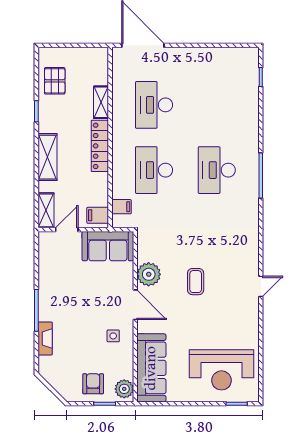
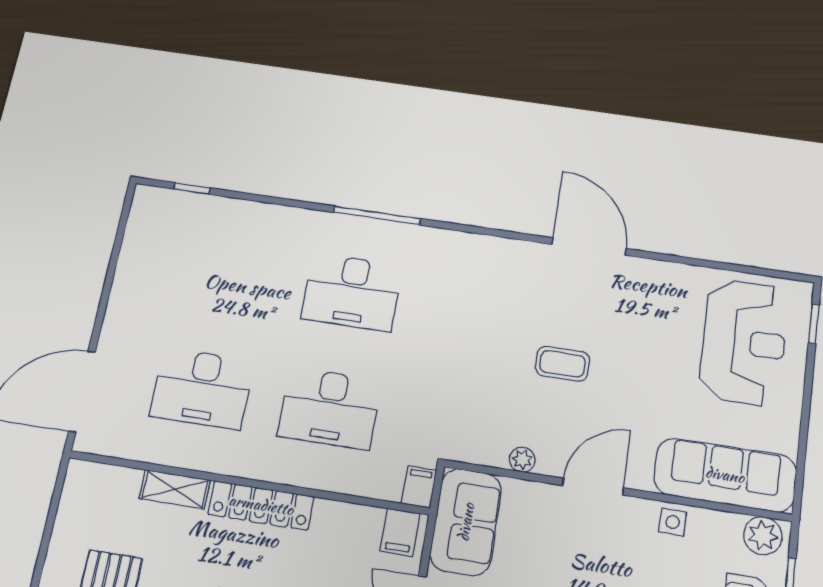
filing cabinet: (121, 207) -> (419, 487), moved
plant: (149, 274) -> (522, 460), width x0.53, depth x0.53
door: (261, 286) -> (589, 246), width x1.87
side table: (113, 336) -> (673, 522), moved

